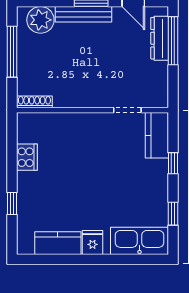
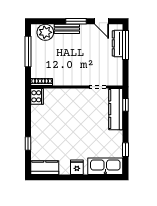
bench: (84, 14) -> (67, 29), width x0.73
kitchen counter: (157, 135) -> (116, 109), width x1.50
cooker: (27, 157) -> (37, 96), moved
window: (173, 163) -> (126, 105), moved
kitchen counter: (58, 243) -> (45, 168), moved

